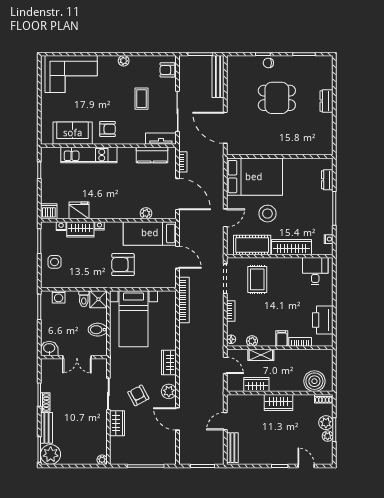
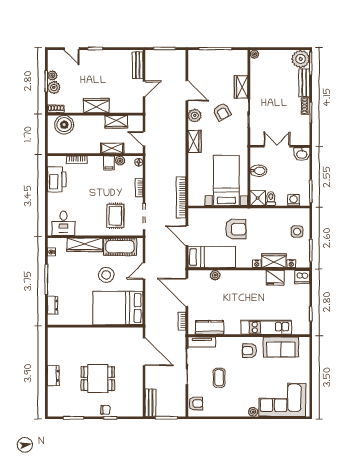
plant: (124, 61) -> (253, 412), moved
bench: (218, 77) -> (151, 403), width x0.73
filing cabinet: (282, 339) -> (109, 163), moved

